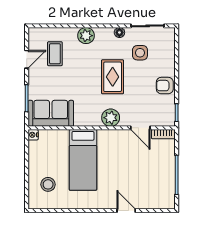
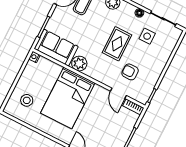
armchair: (165, 86) -> (130, 72), moved
plant: (111, 118) -> (79, 64), moved
bed: (83, 160) -> (68, 98), width x1.50

